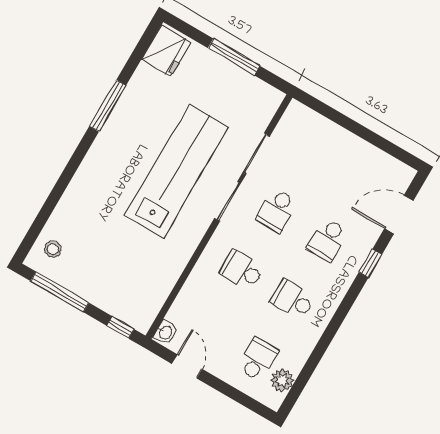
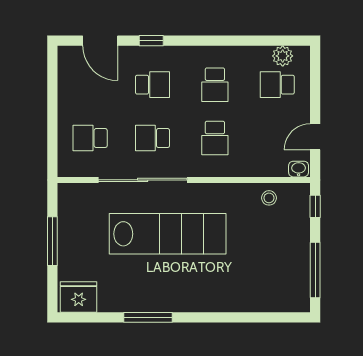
school desk: (311, 151) -> (90, 138), added
lab bench: (177, 171) -> (168, 234), turned 180
school desk: (277, 210) -> (153, 138), turned 180
stool: (53, 249) -> (269, 198), moved

